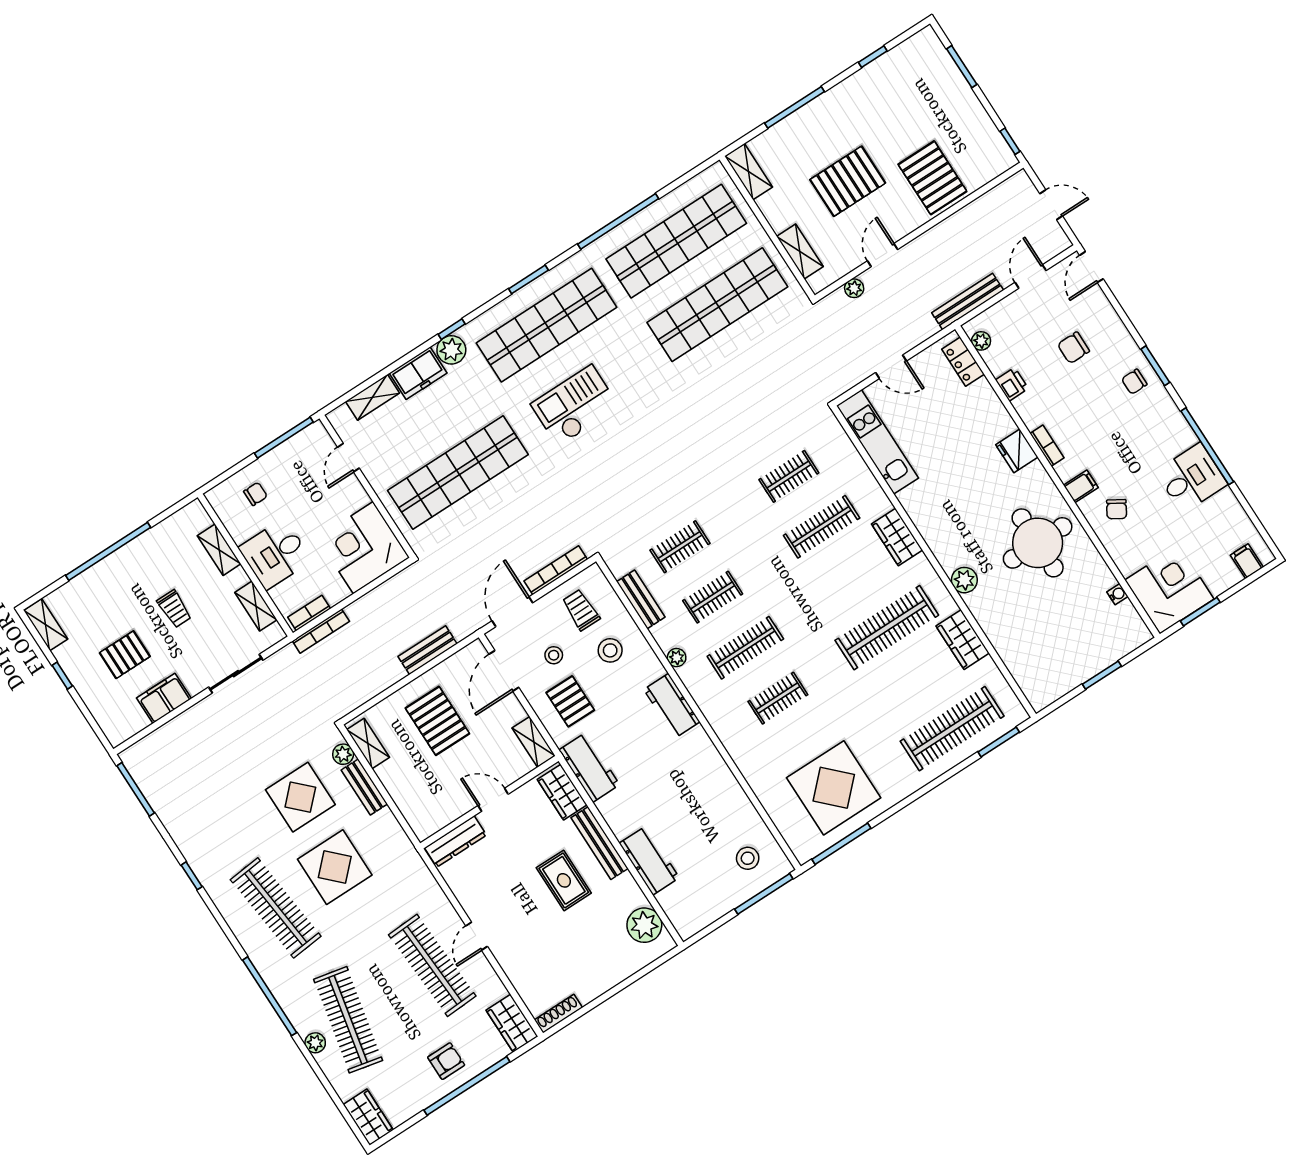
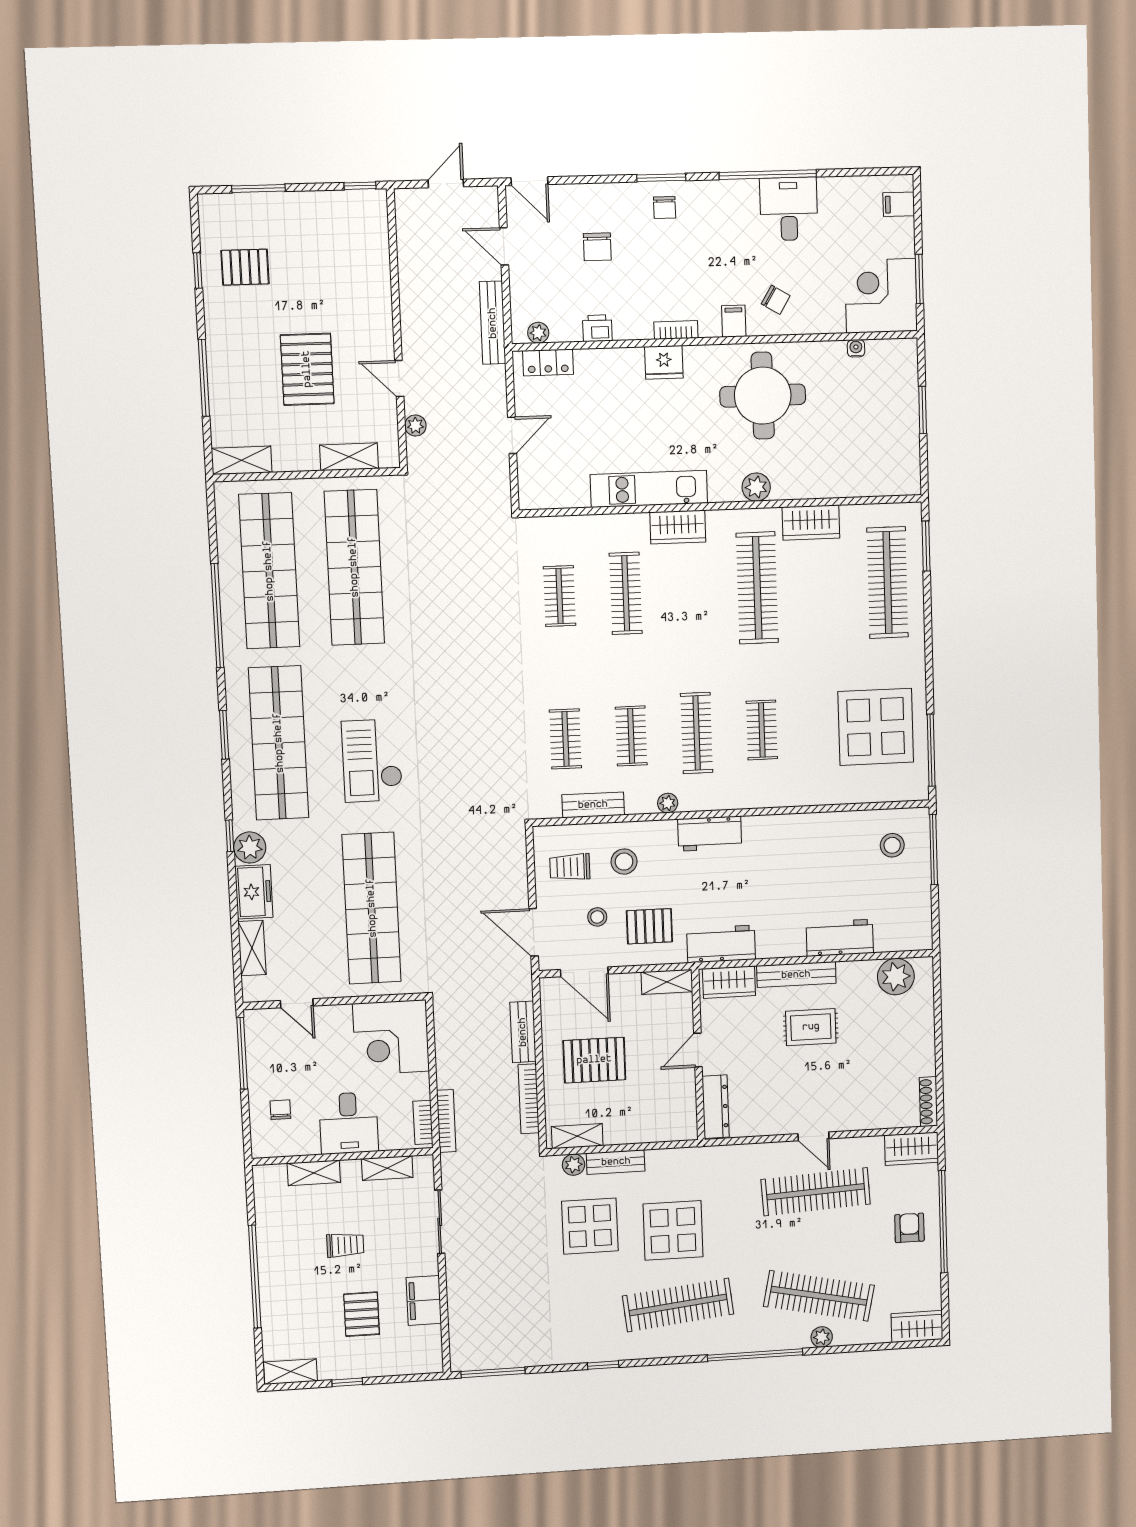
pallet: (932, 178) -> (245, 267), moved, width x0.67, depth x0.71
kitchen unit: (877, 442) -> (649, 489), moved
bookcase: (556, 570) -> (529, 1099), moved

